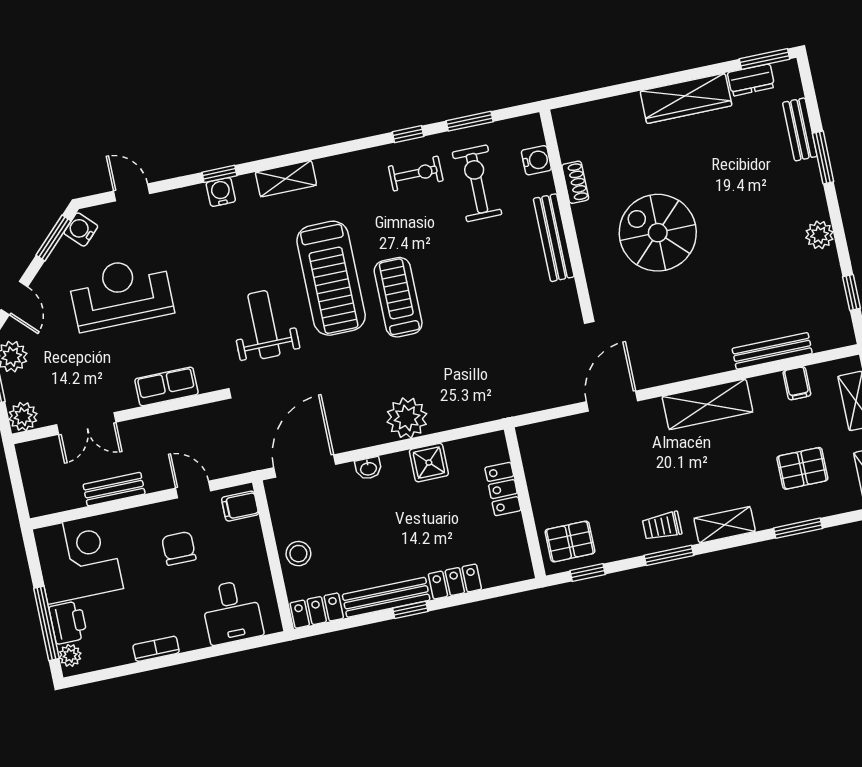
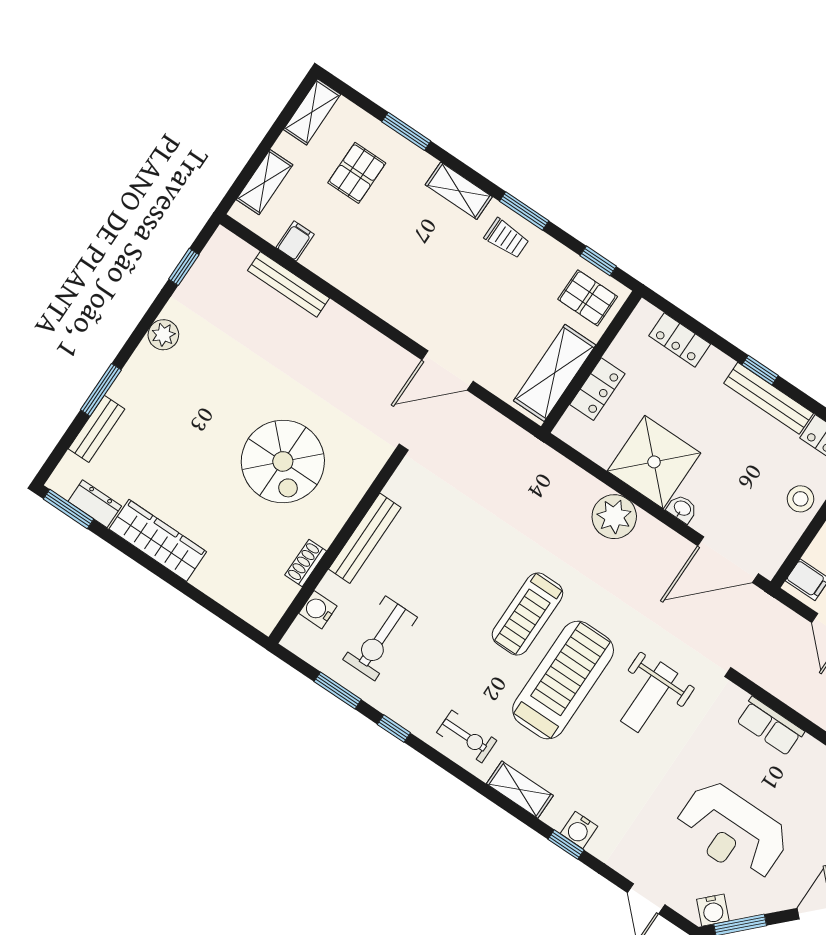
exercise bike: (416, 174) -> (467, 737), moved, turned 180
shelving: (707, 404) -> (555, 373), moved, turned 90
shower: (429, 463) -> (654, 462), width x1.86, depth x1.86
pallet: (802, 468) -> (357, 173), turned 90
locker: (455, 582) -> (680, 340), moved

